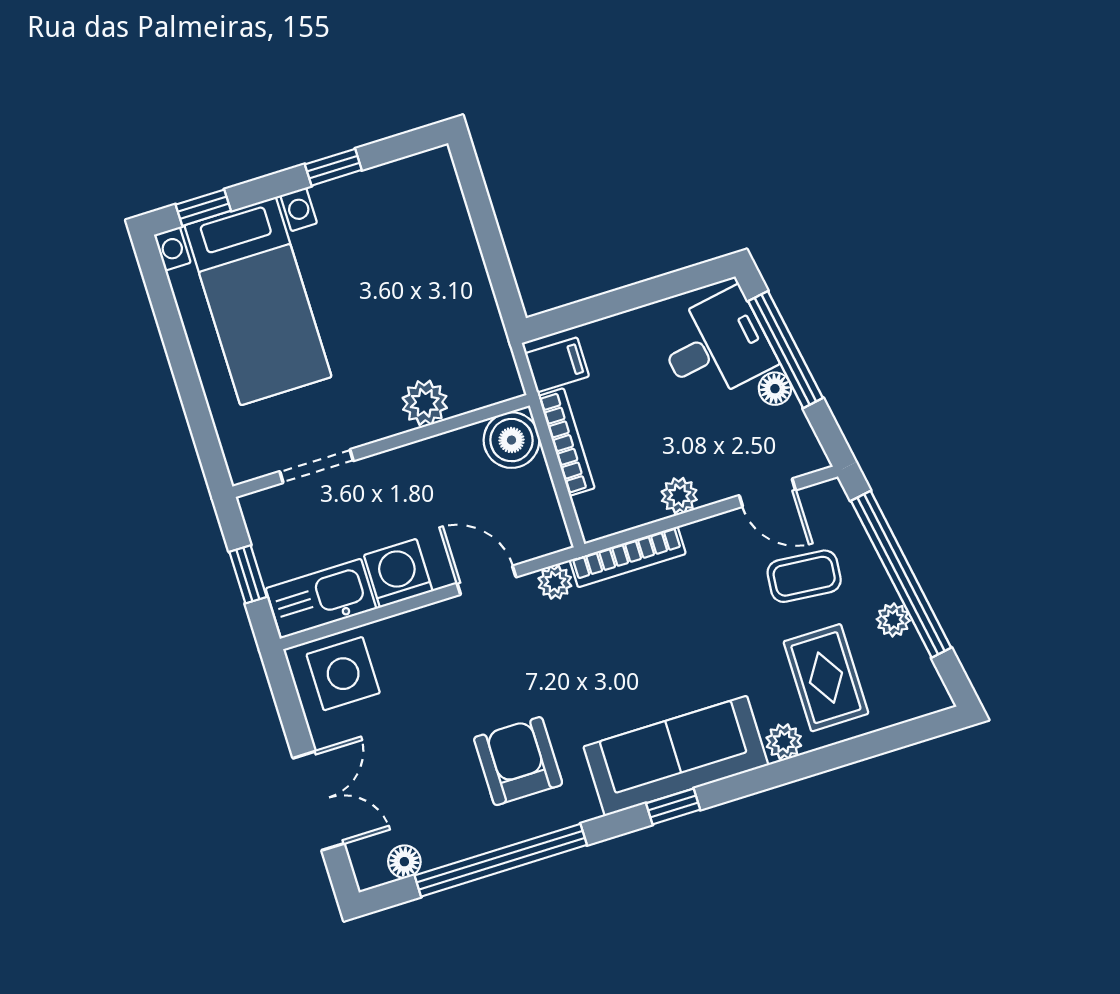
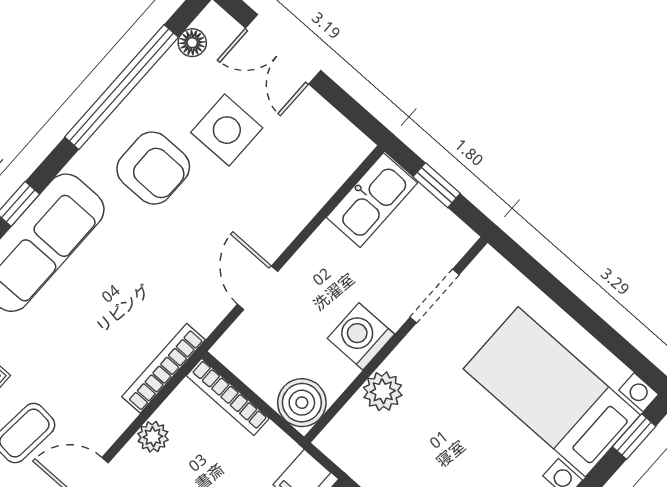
bookcase: (566, 442) -> (228, 397), moved
washing machine: (398, 573) -> (361, 336), moved, turned 180
door: (486, 580) -> (258, 288), swing flipped
plant: (555, 582) -> (206, 317), removed
side table: (343, 674) -> (227, 130), moved

